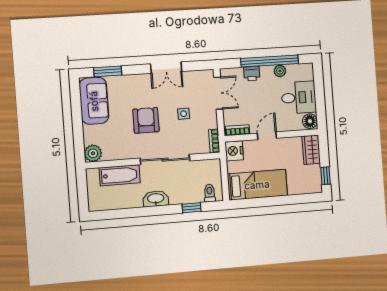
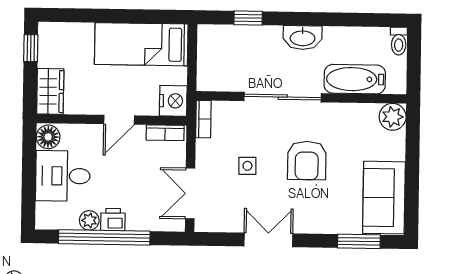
printer: (252, 74) -> (113, 220), moved
toilet: (210, 193) -> (399, 41), moved

